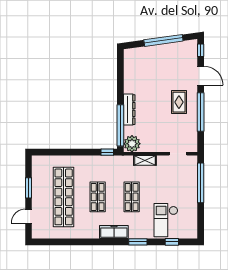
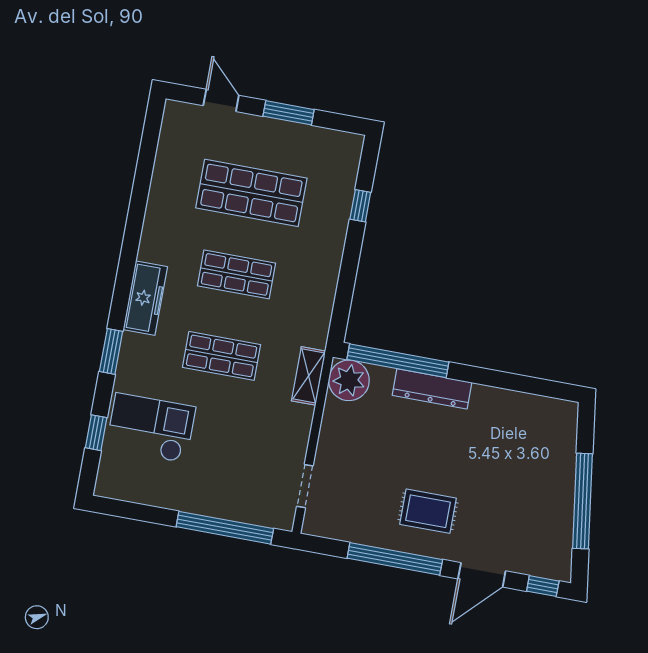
window: (107, 152) -> (360, 206), moved
shelving: (145, 160) -> (309, 376), moved
shop shelf: (64, 197) -> (251, 193), width x0.71

